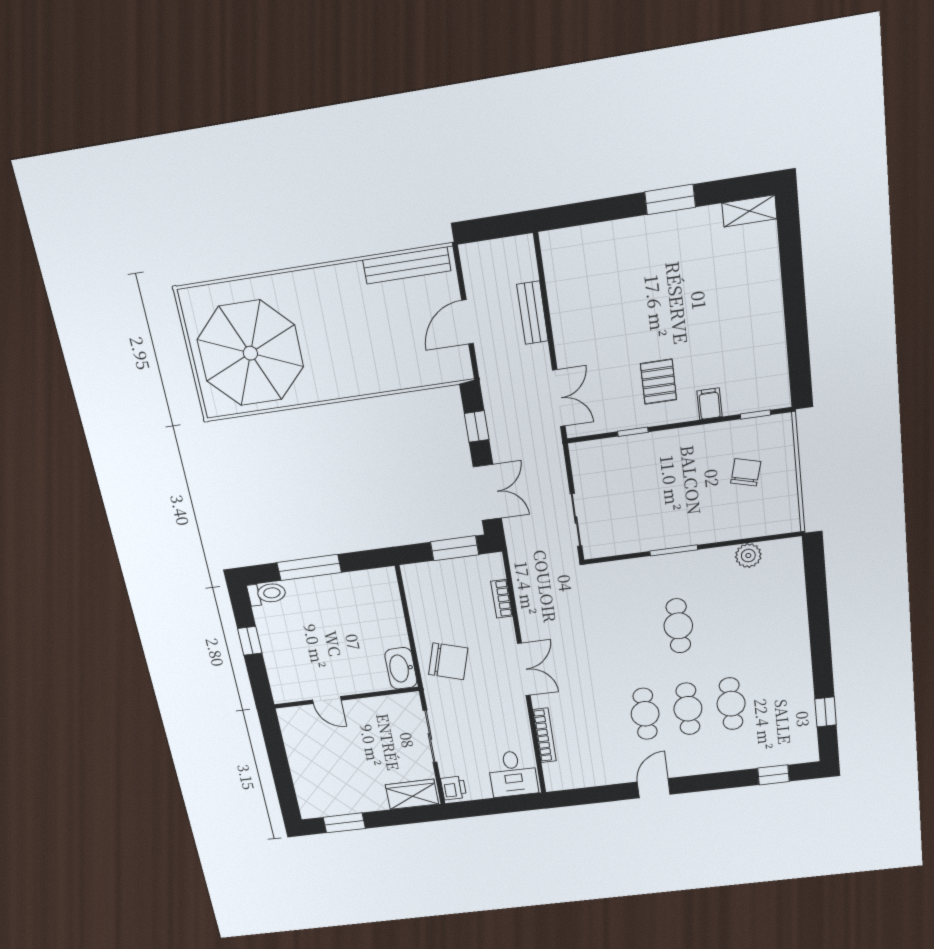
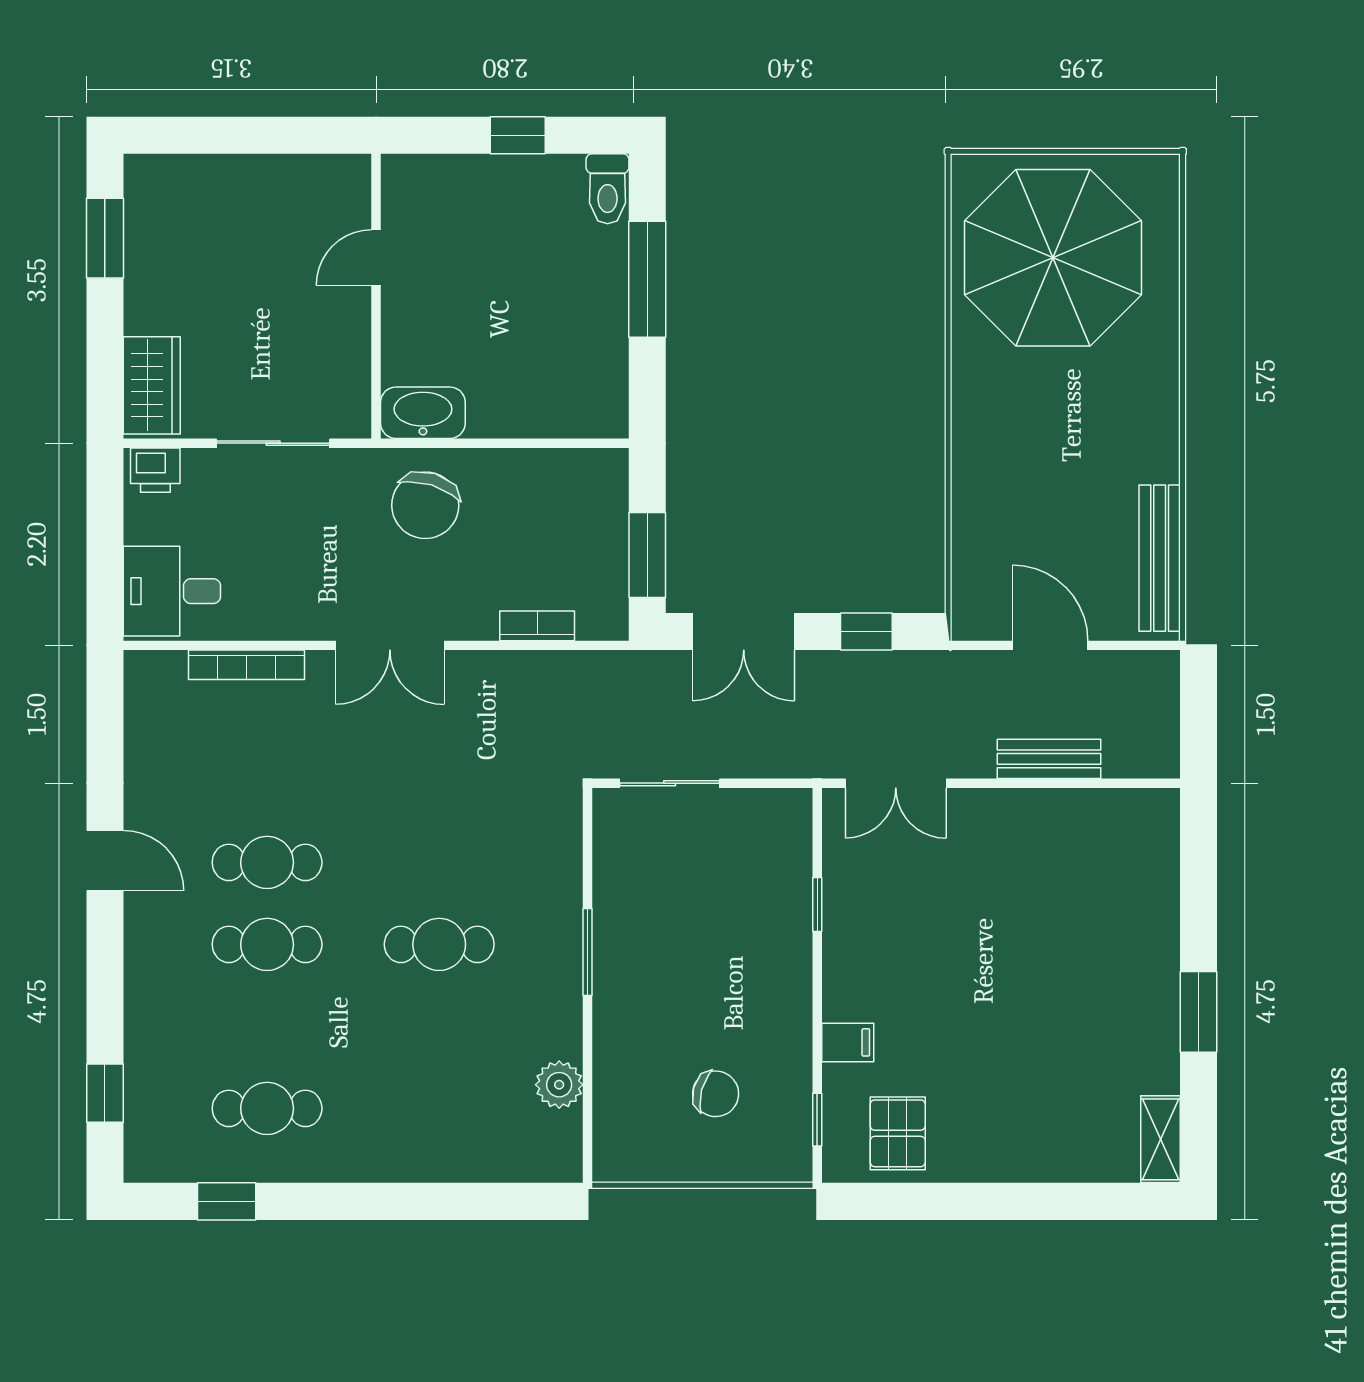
pallet: (658, 382) -> (898, 1133), moved, turned 90
cafe table: (731, 704) -> (267, 1108), moved

